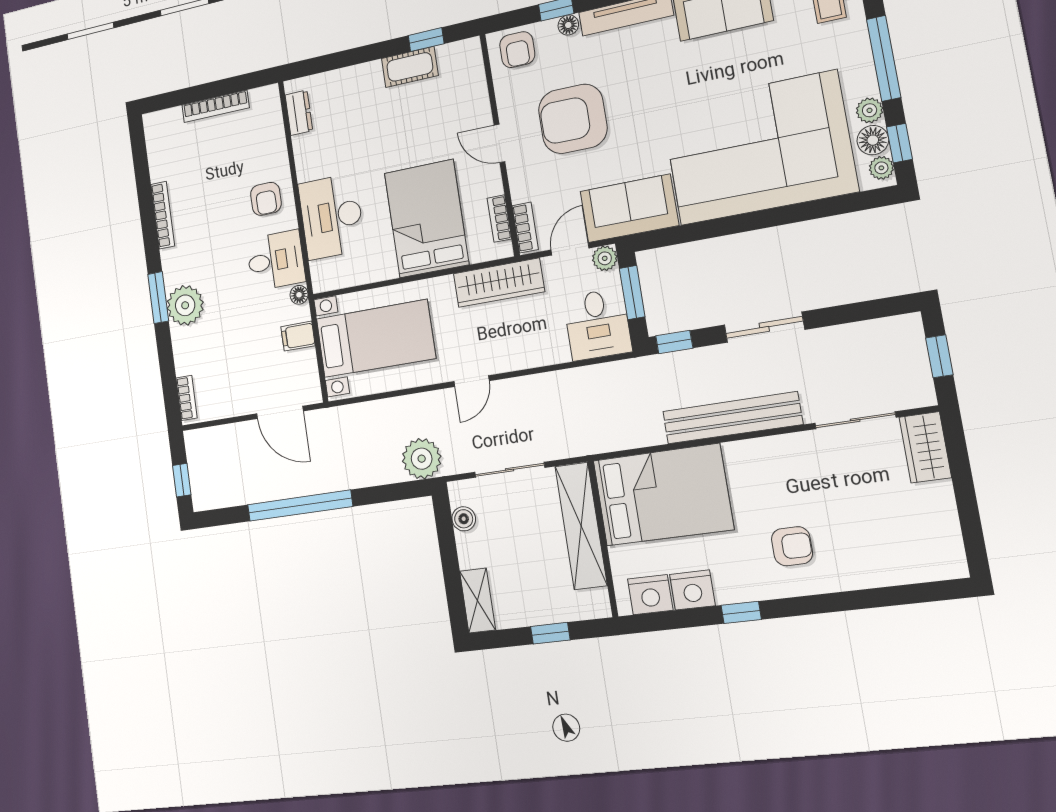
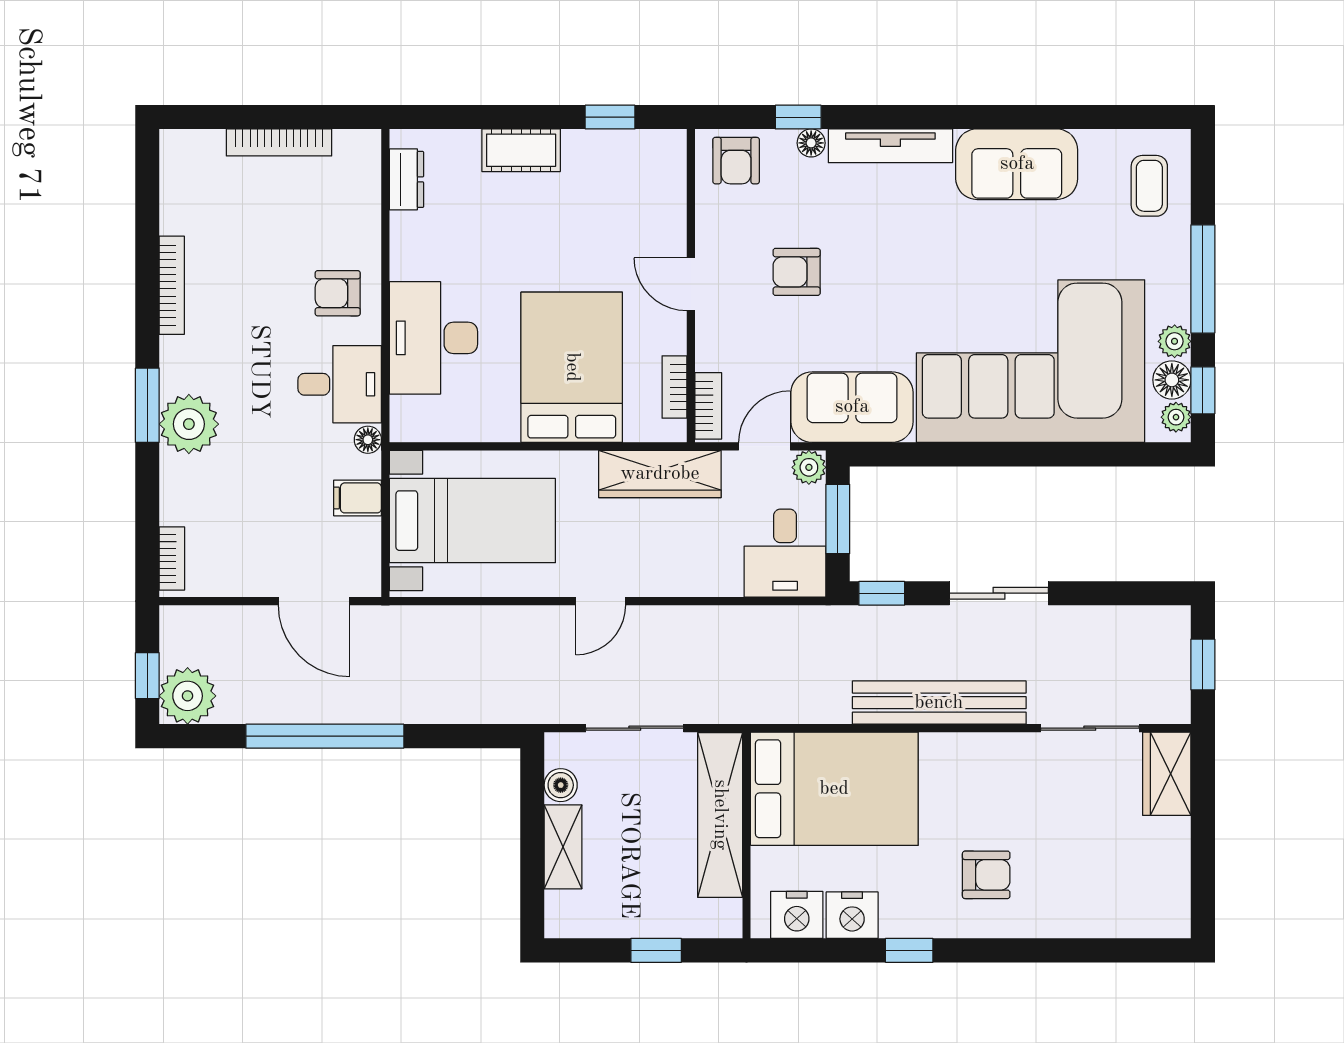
cot: (410, 67) -> (521, 150), moved
armchair: (573, 119) -> (797, 272), width x0.53, depth x0.53
armchair: (266, 199) -> (338, 293), turned 90
plant: (422, 459) -> (188, 696), moved
shelving: (478, 600) -> (563, 847), moved

